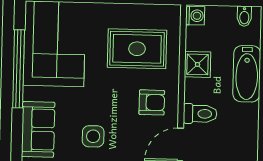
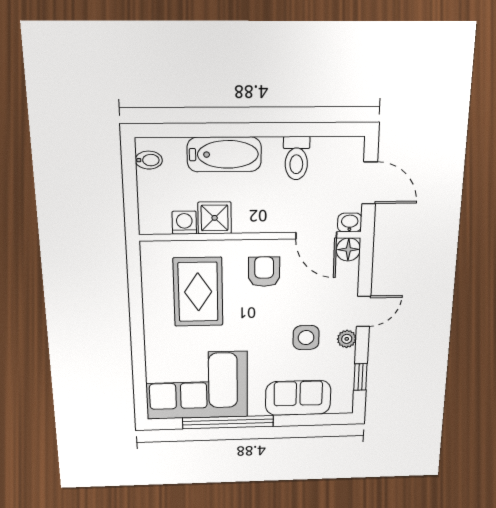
washing machine: (195, 16) -> (184, 223), moved
toilet: (200, 114) -> (296, 158), moved, turned 180

